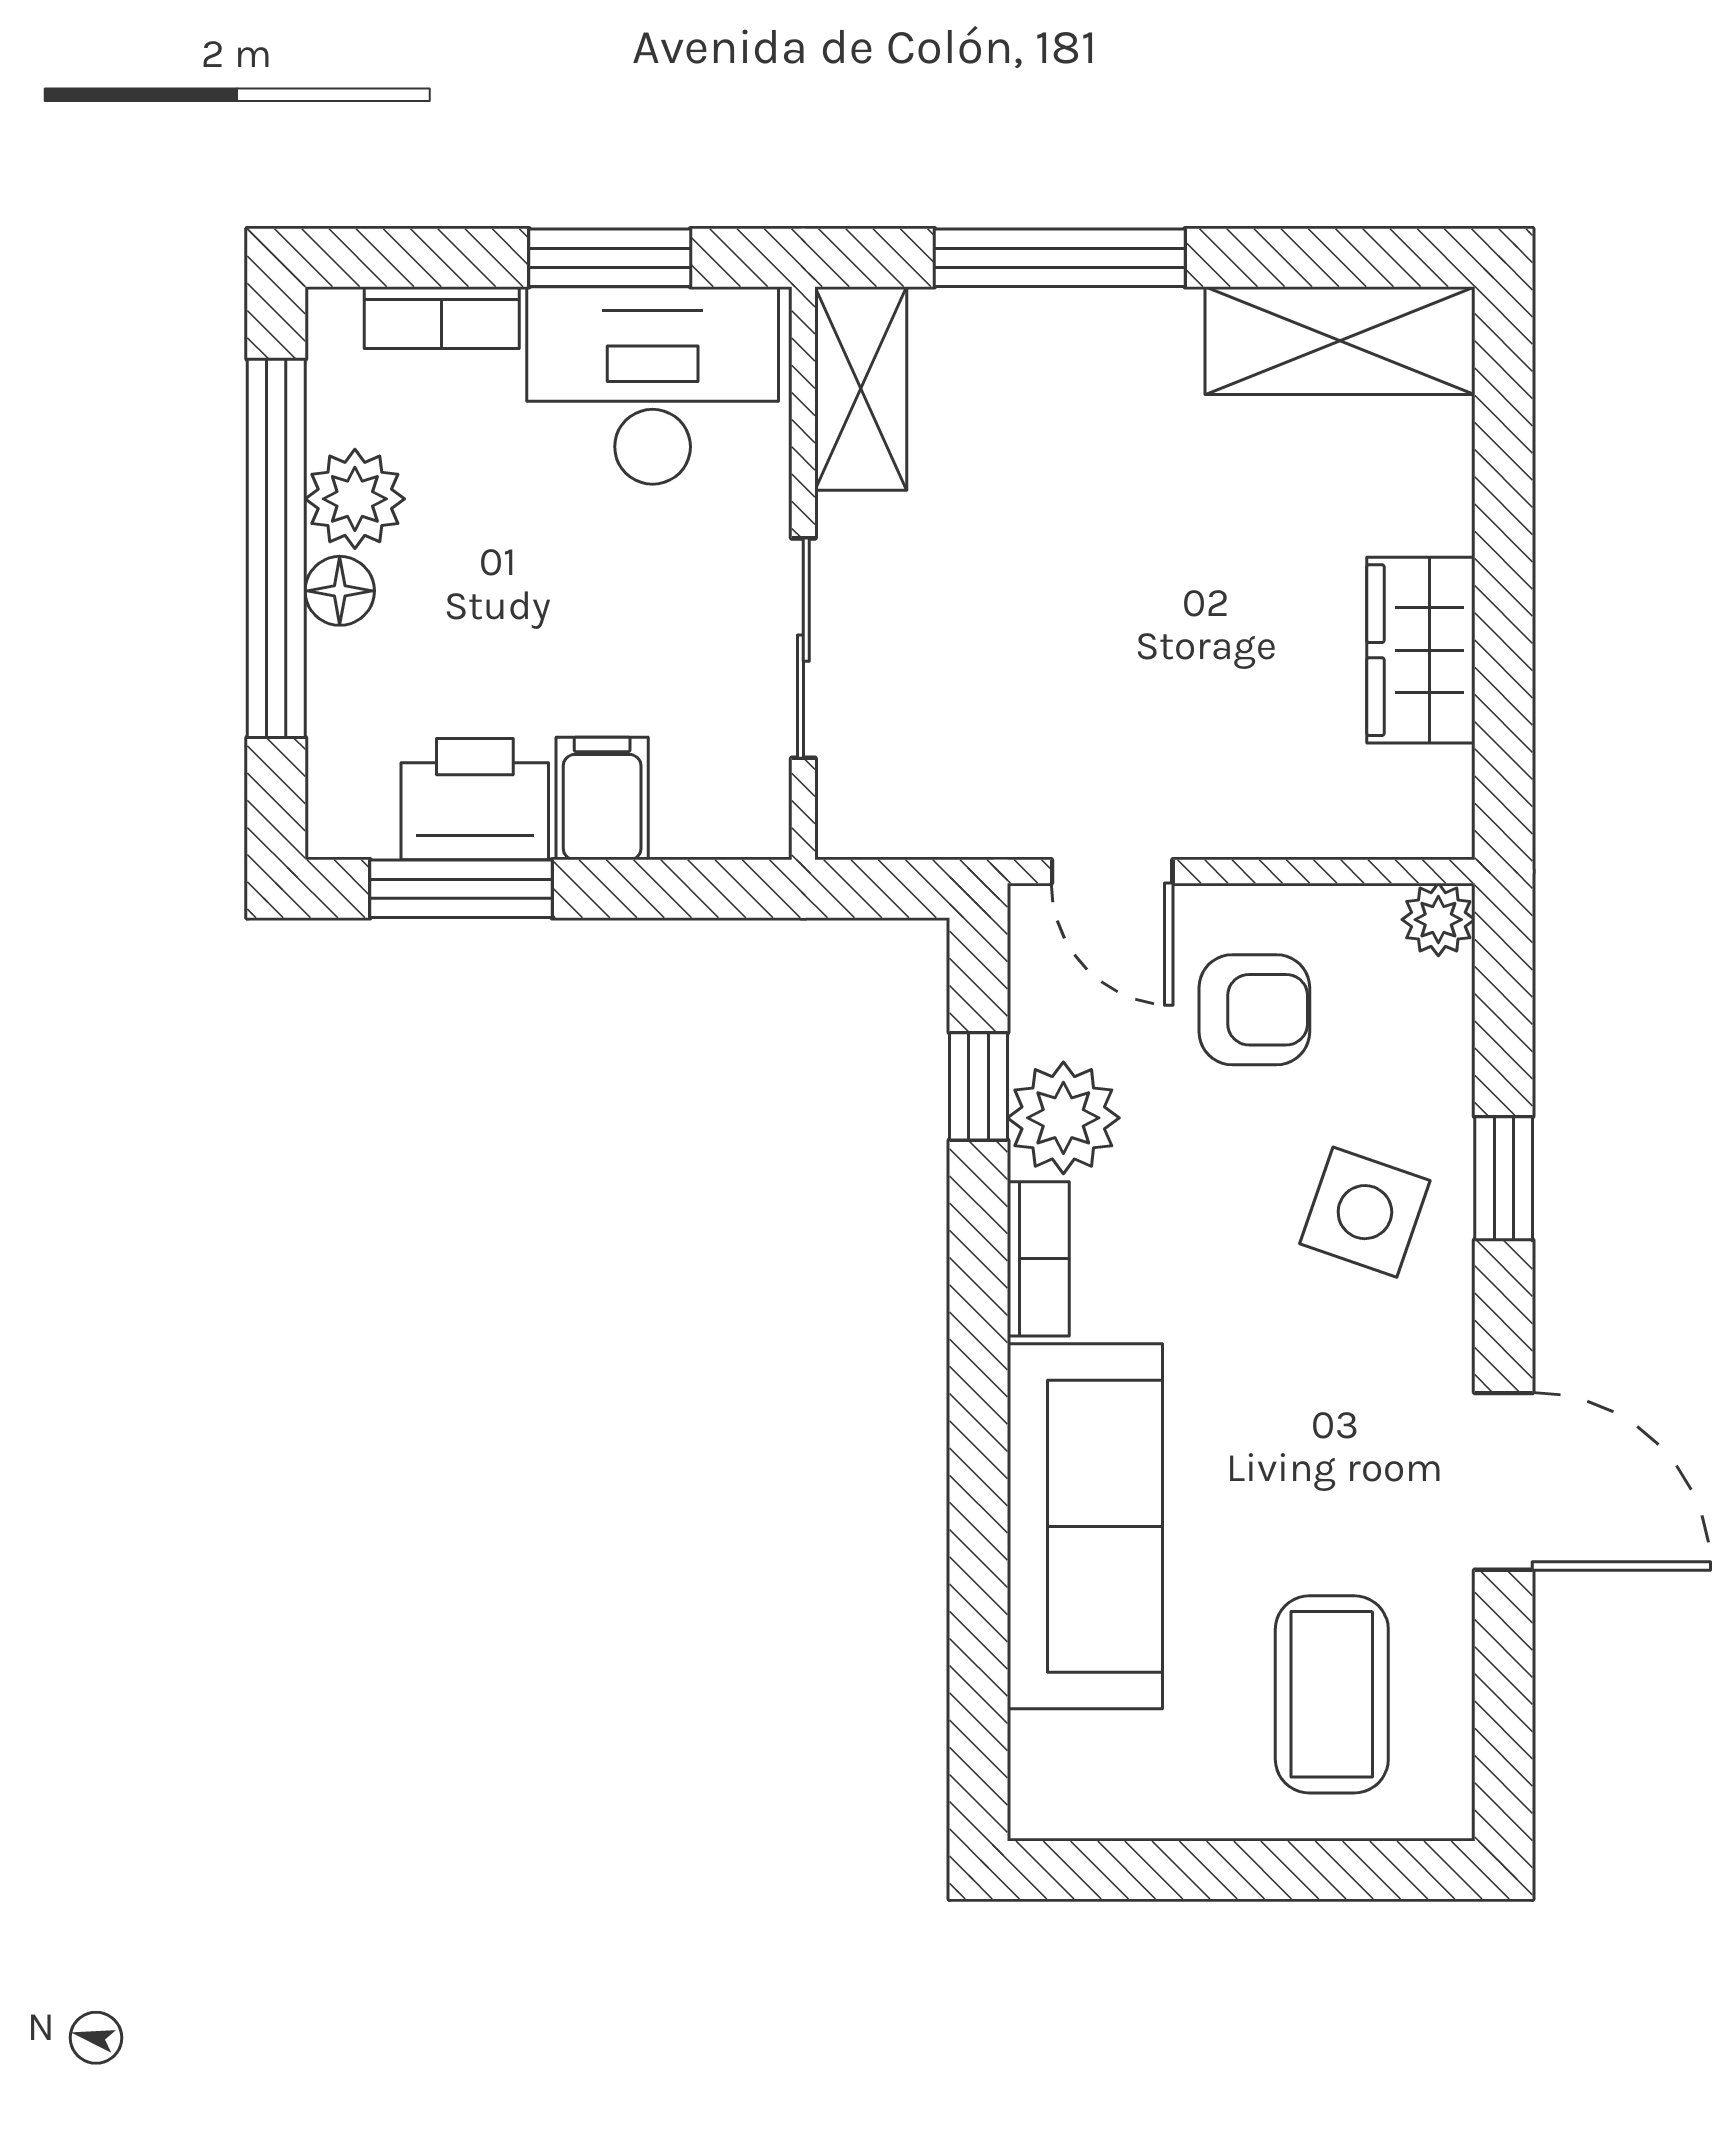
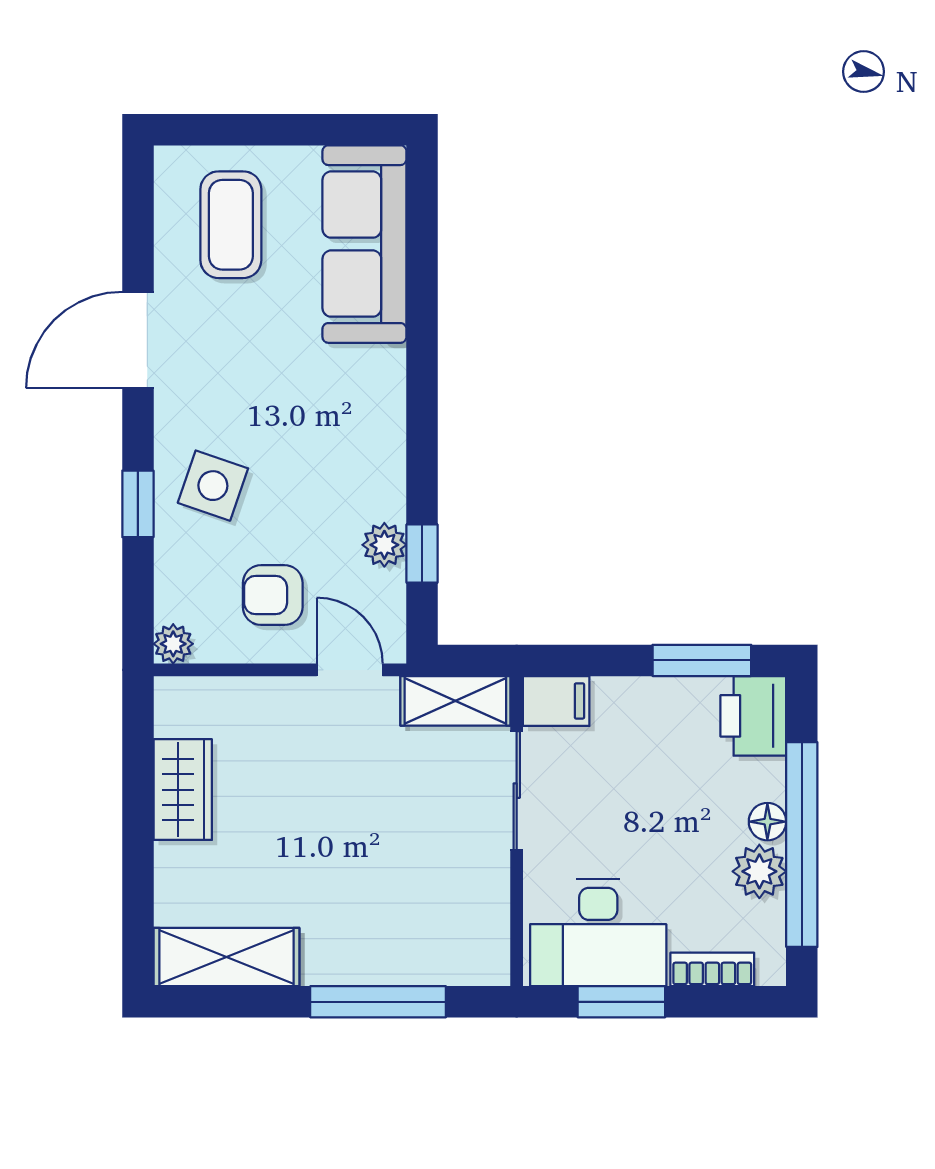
shelving: (861, 389) -> (455, 701), moved, turned 90
printer: (475, 799) -> (753, 716), moved, turned 90
filing cabinet: (602, 799) -> (556, 701), moved, turned -90
plant: (1063, 1118) -> (384, 545), width x0.73, depth x0.73
bookcase: (1038, 1259) -> (390, 460), removed
door: (1504, 1481) -> (138, 340), hinge flipped
sofa: (1085, 1526) -> (364, 244), moved

